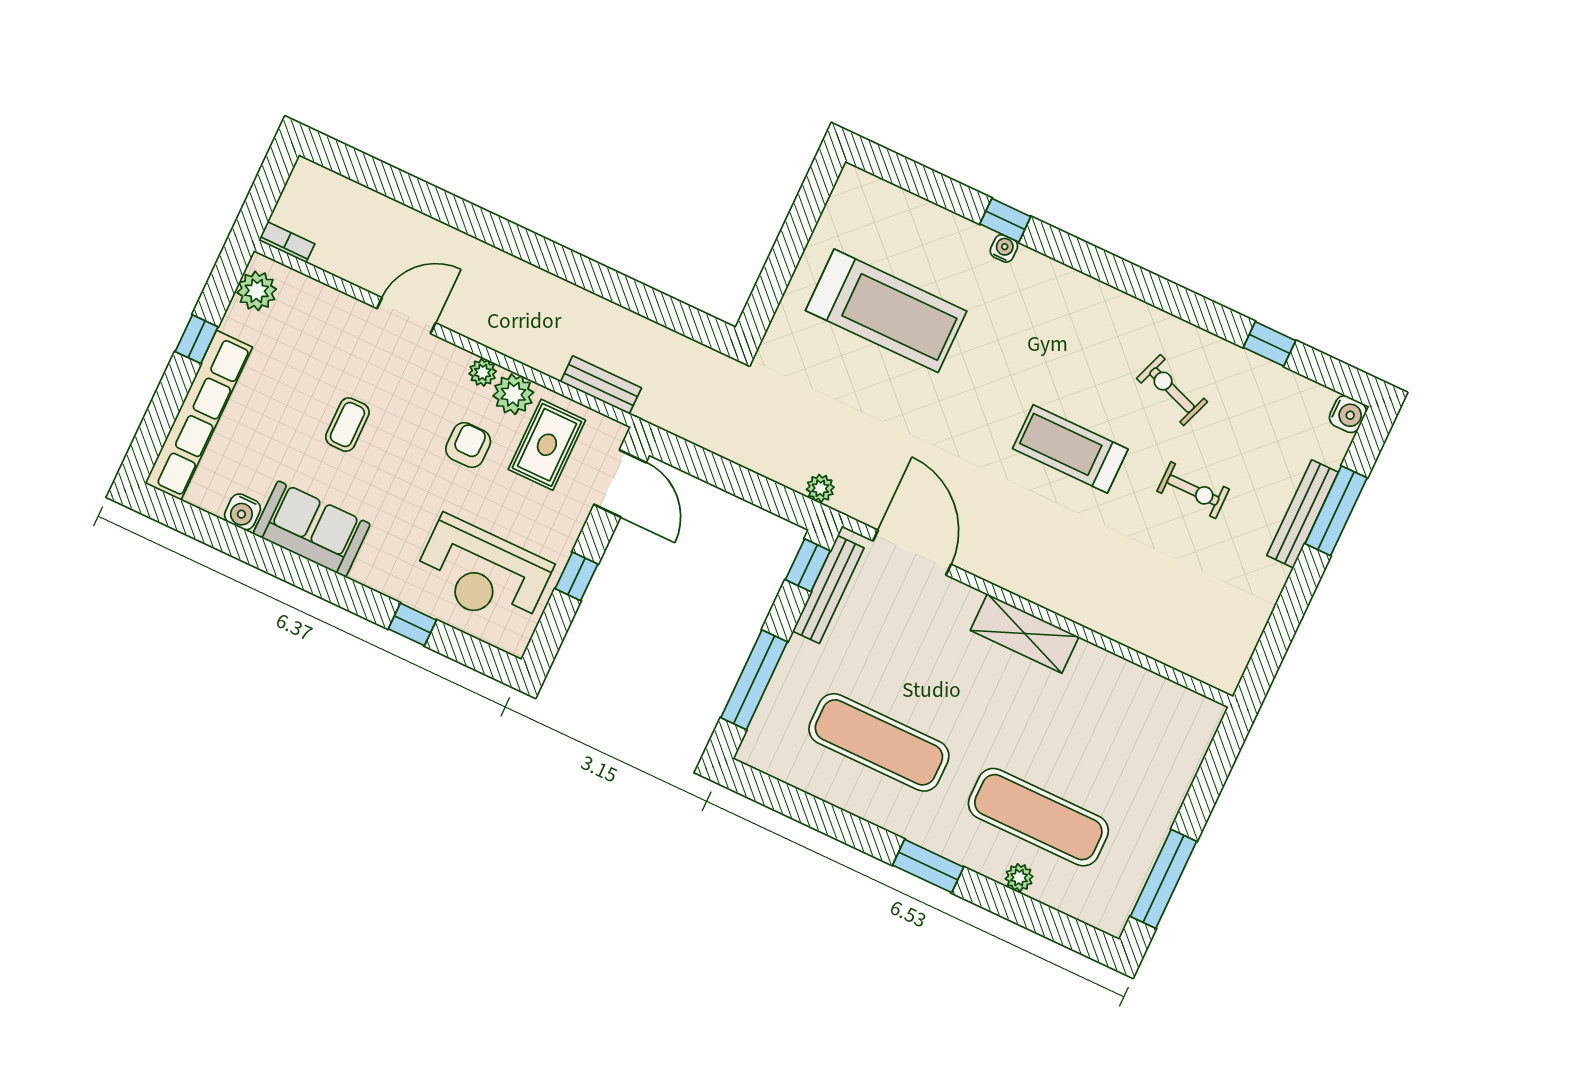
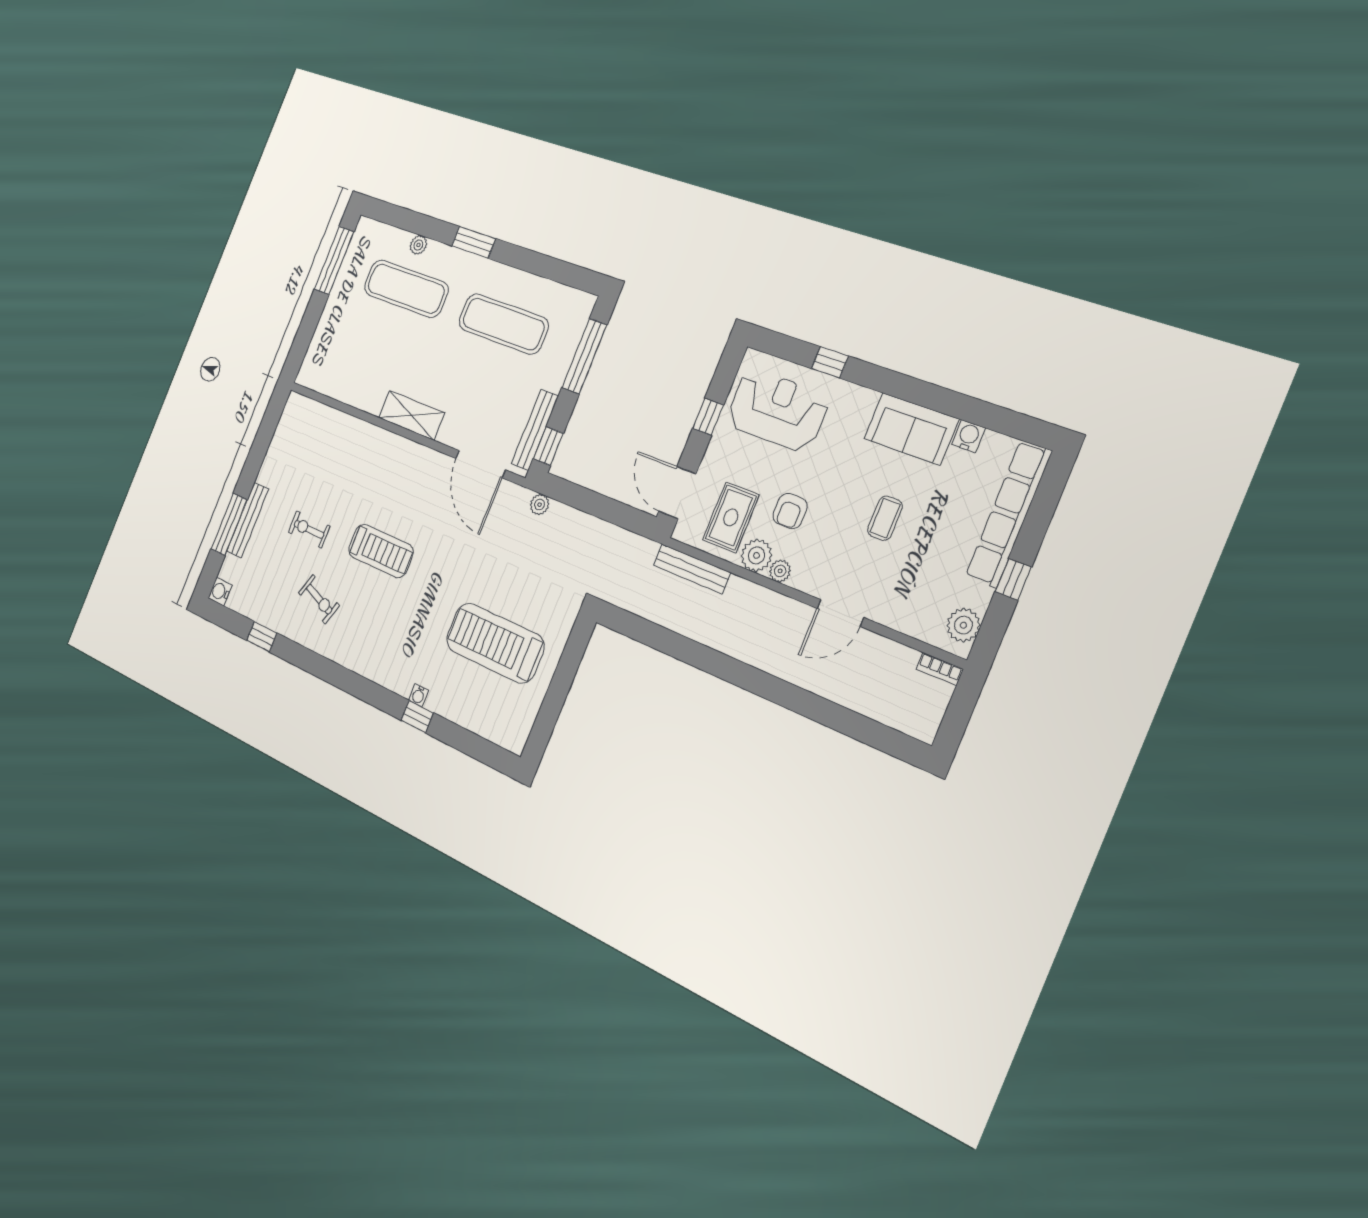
bench: (601, 385) -> (692, 569), width x1.36

